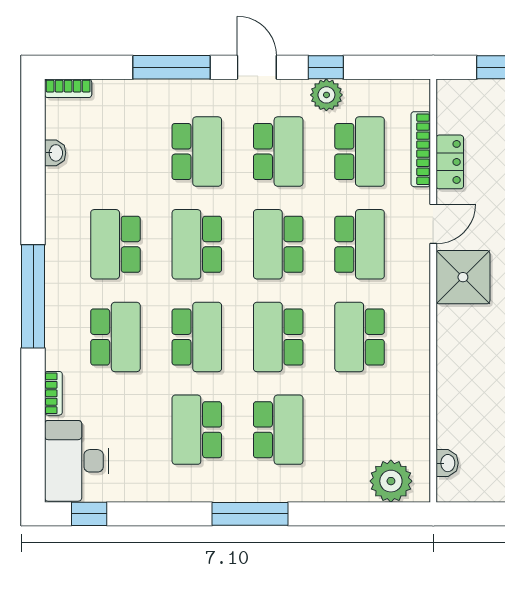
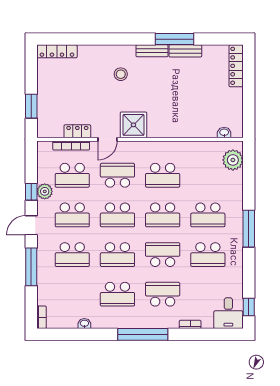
school desk: (197, 152) -> (72, 255), turned 180
school desk: (278, 152) -> (72, 215), turned 180
school desk: (360, 152) -> (72, 175), turned 180
washbasin: (55, 153) -> (84, 324), moved
door: (433, 224) -> (108, 139), swing flipped
school desk: (278, 430) -> (208, 215), turned 180
desk: (76, 461) -> (228, 313), width x0.73

